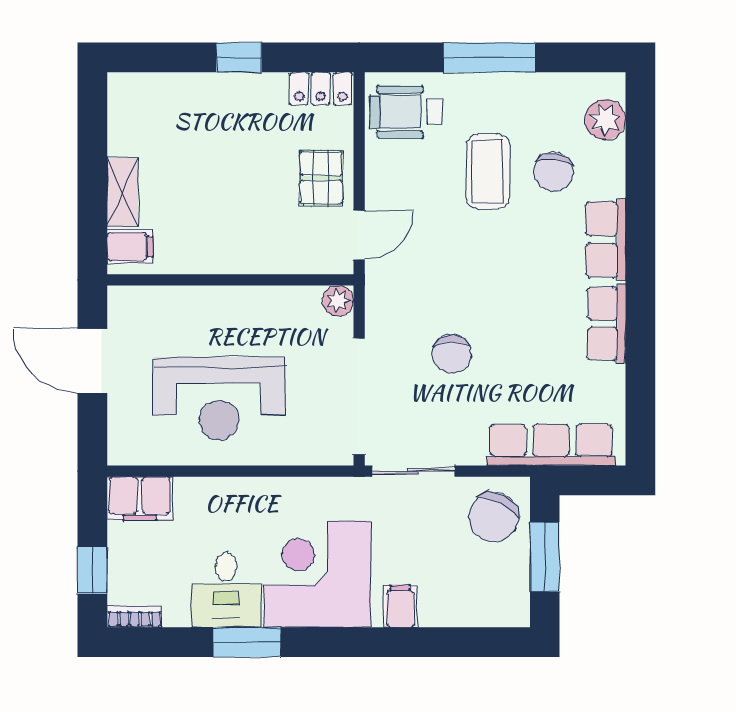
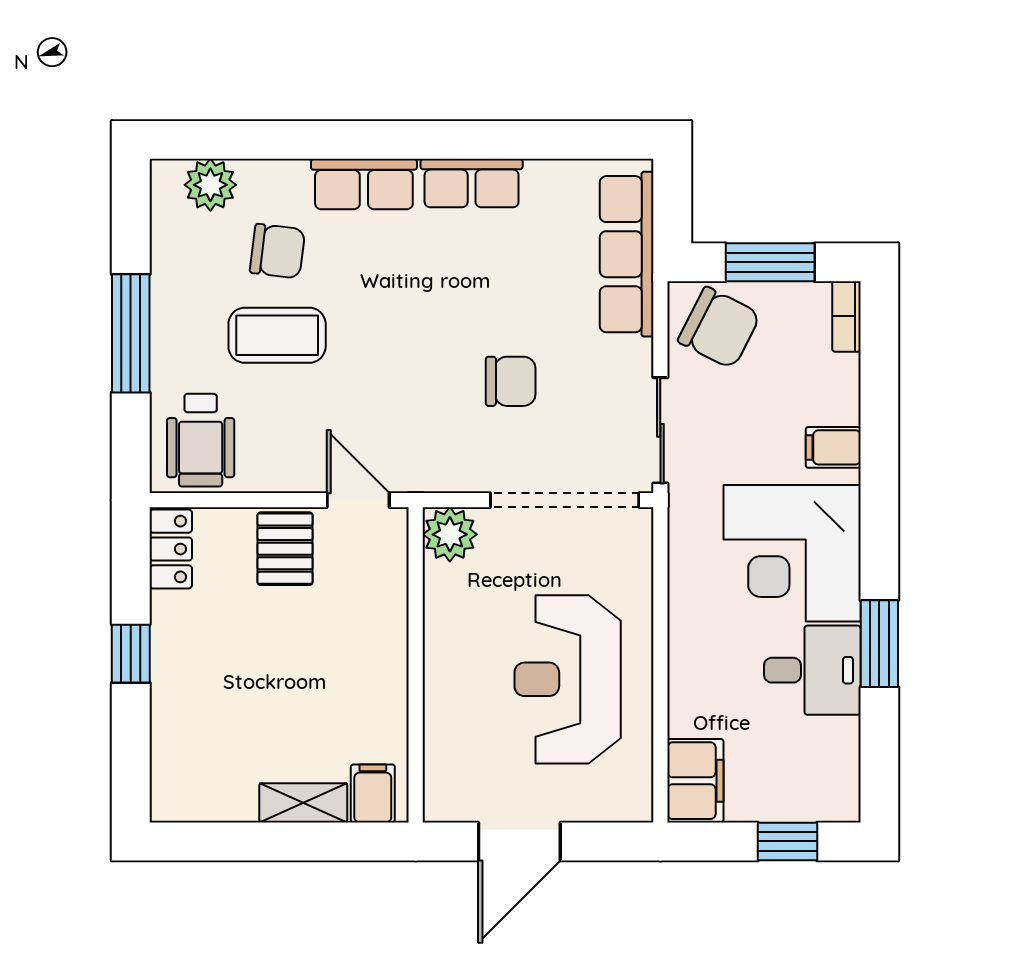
pallet: (321, 178) -> (285, 549), turned 90
plant: (338, 301) -> (450, 534), width x1.38, depth x1.38
reception desk: (219, 399) -> (568, 679), turned 180
bookcase: (135, 616) -> (846, 316), moved

